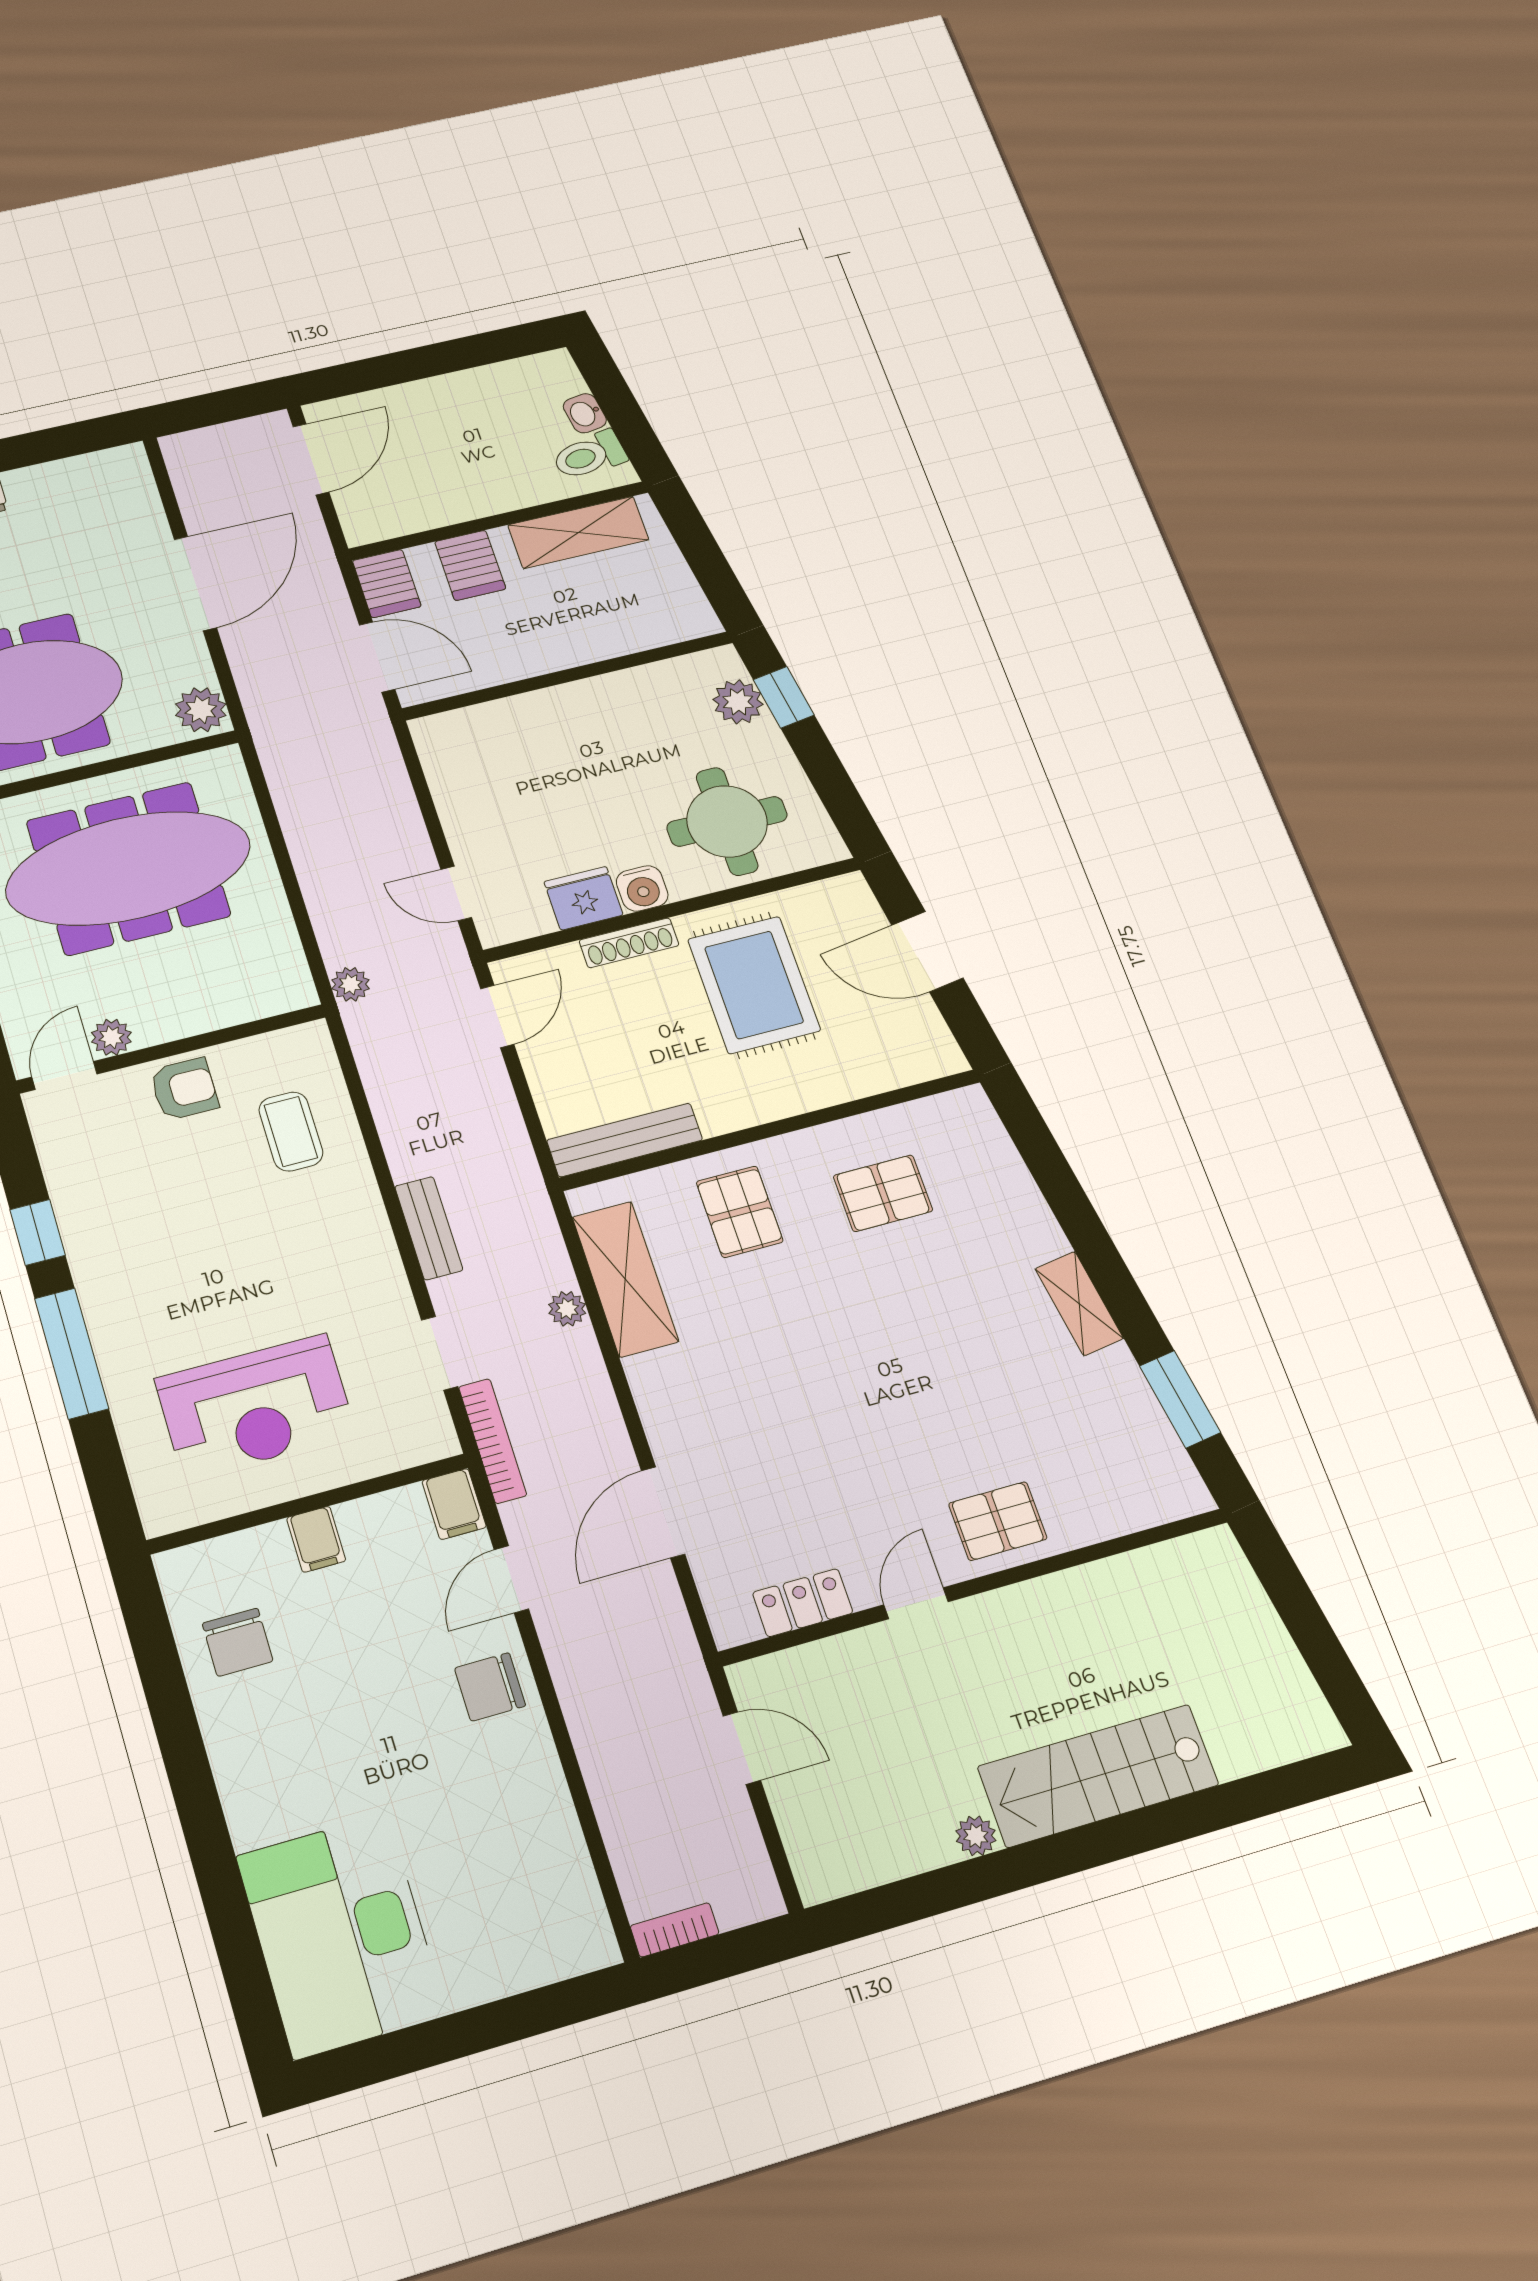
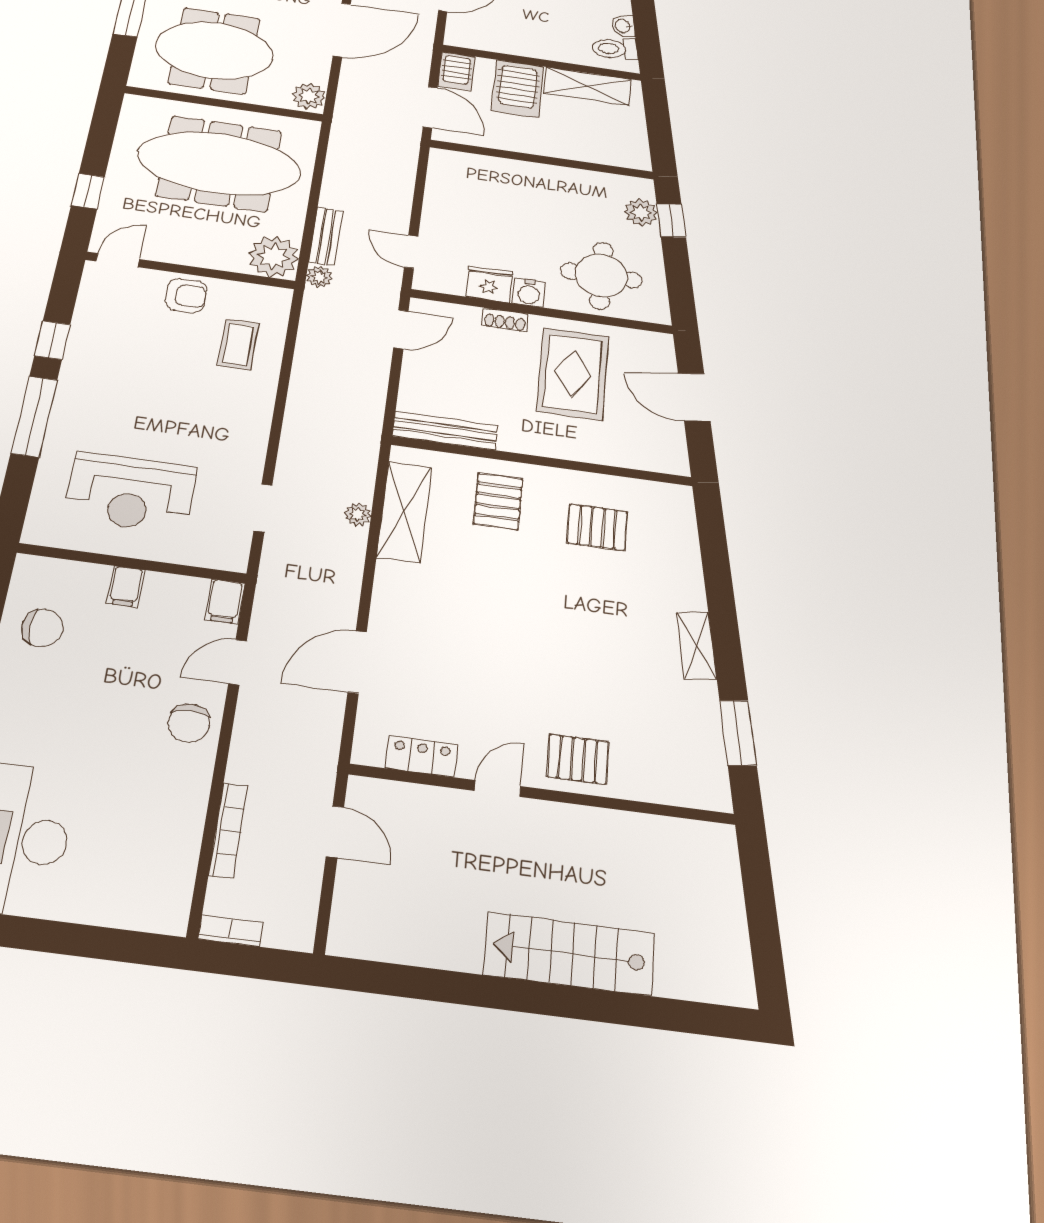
server rack: (470, 565) -> (518, 89), width x1.36, depth x1.44
shoe rack: (629, 943) -> (505, 320), width x0.70
plant: (111, 1037) -> (273, 257), moved, width x1.88, depth x1.88
bench: (429, 1228) -> (326, 237), moved
bookcase: (493, 1441) -> (228, 830), moved
chair: (238, 1642) -> (42, 628), turned -90
chair: (490, 1687) -> (189, 723), turned -90
plant: (976, 1836) -> (466, 957), removed

